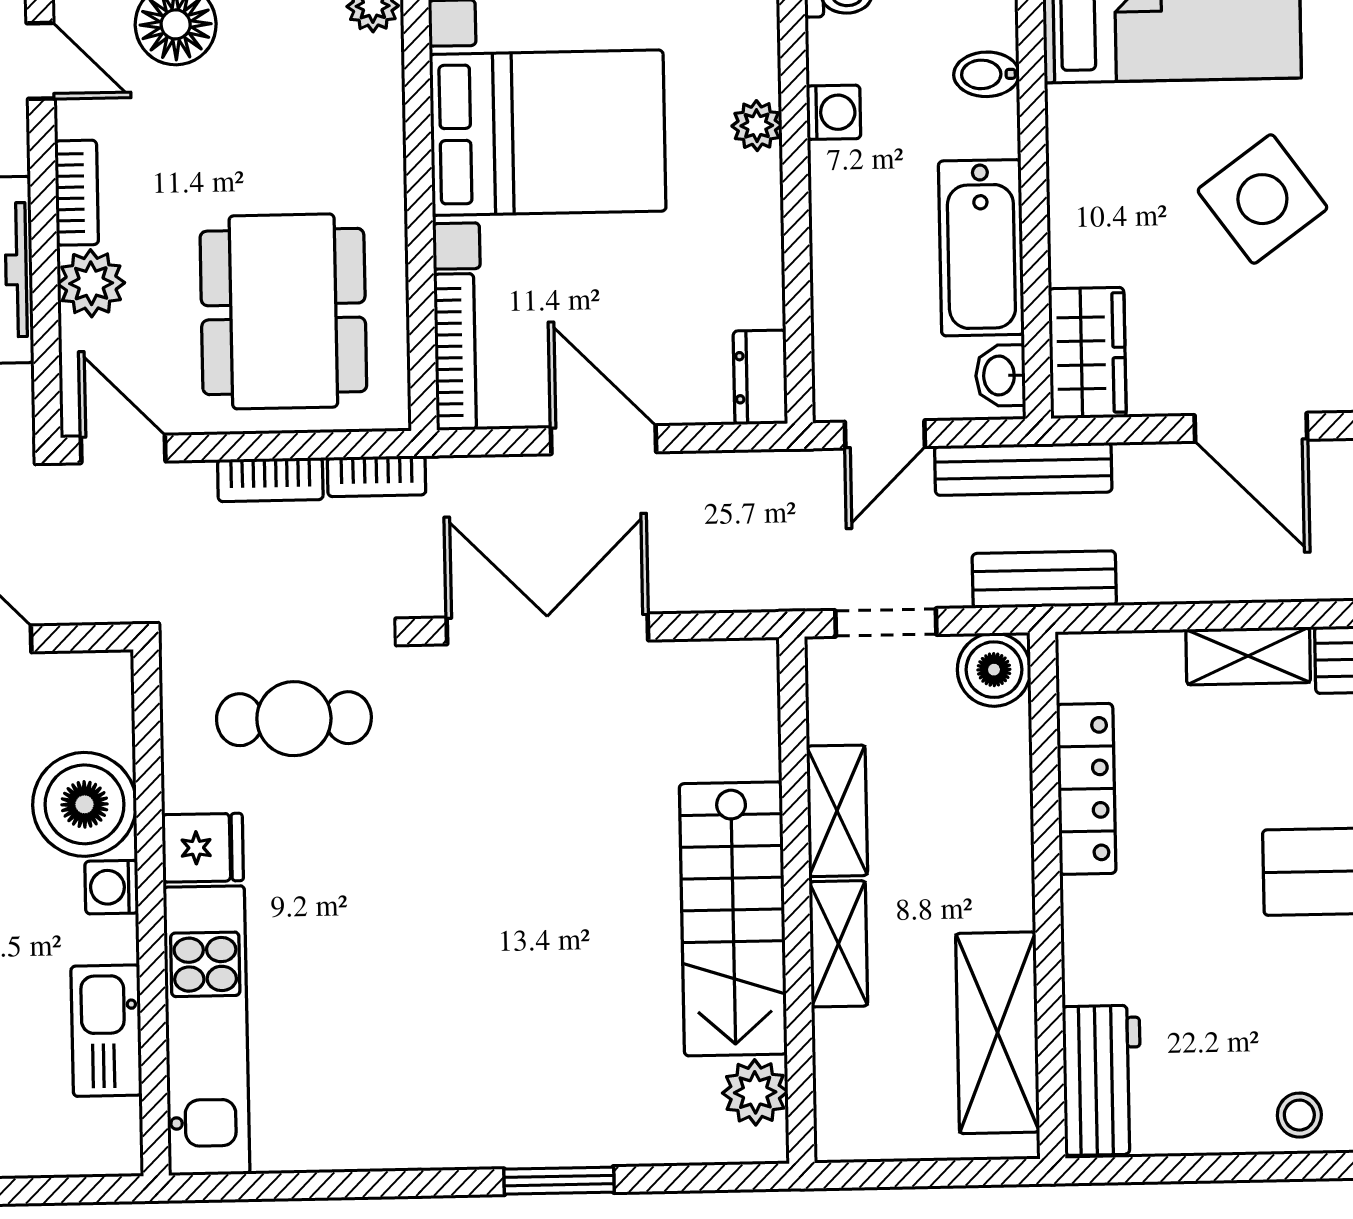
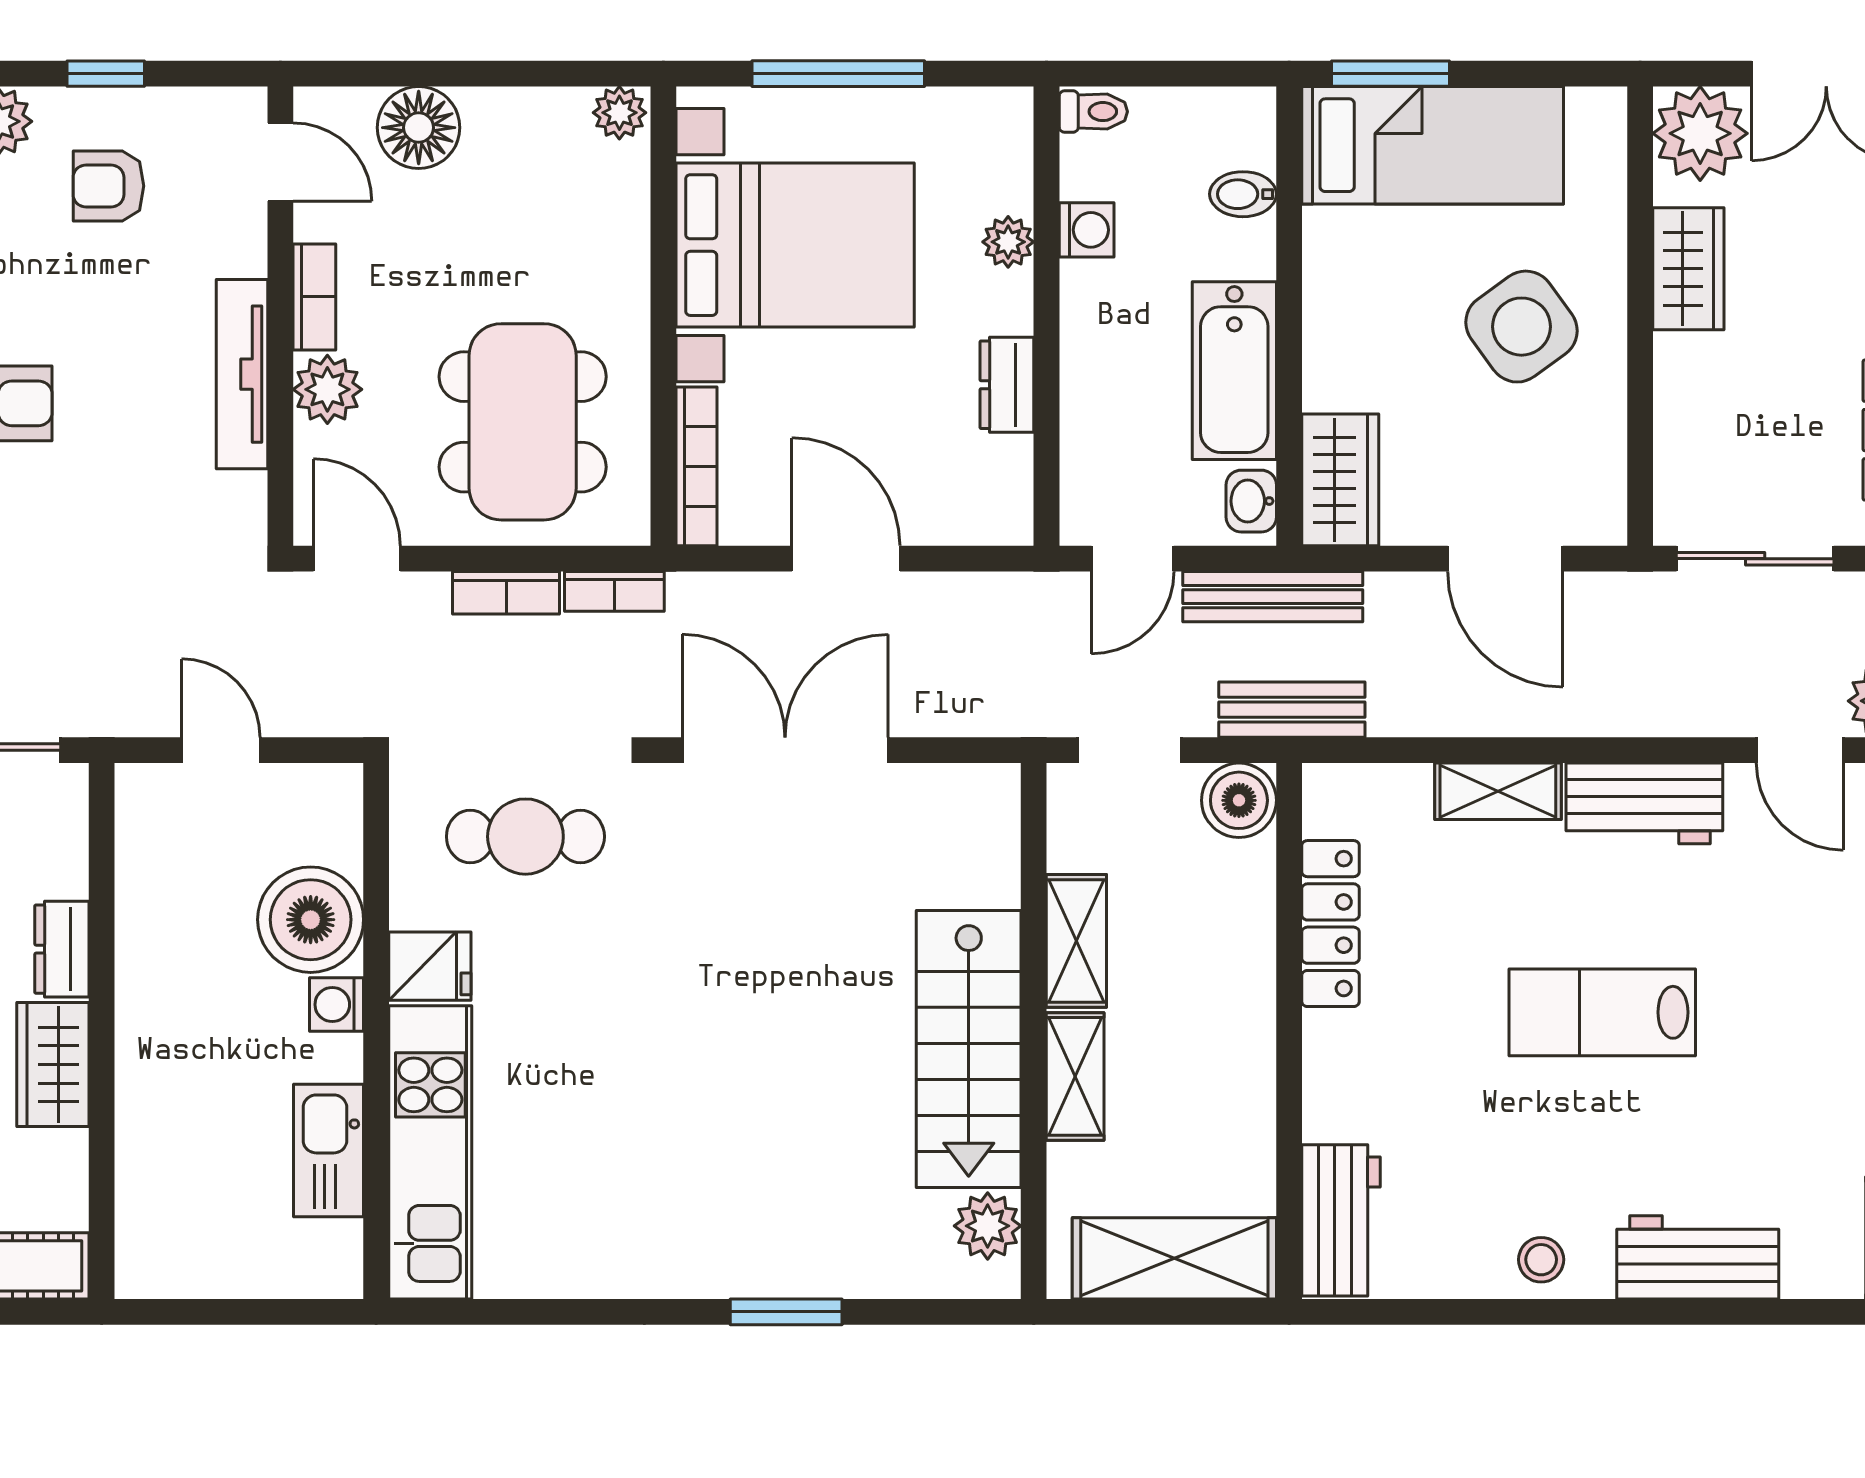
dresser: (760, 377) -> (1007, 385), moved
shelving: (998, 1033) -> (1174, 1258), moved, turned 90

